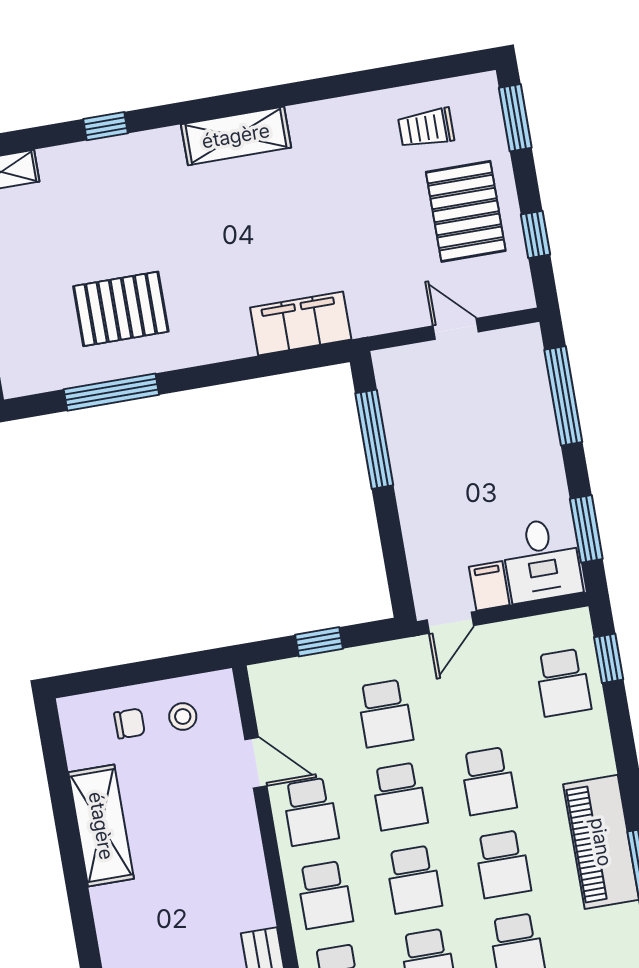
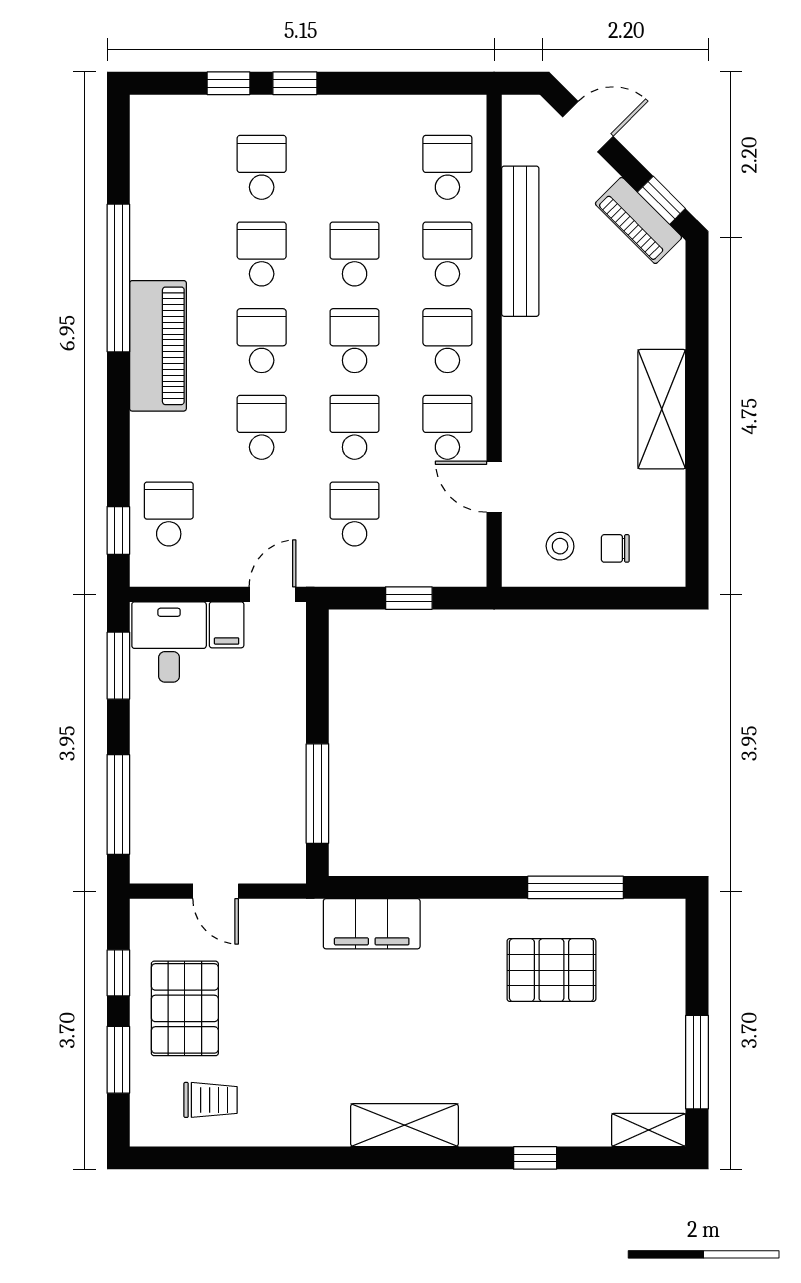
window: (515, 118) -> (118, 1060), moved
shelving: (101, 826) -> (662, 409), moved

